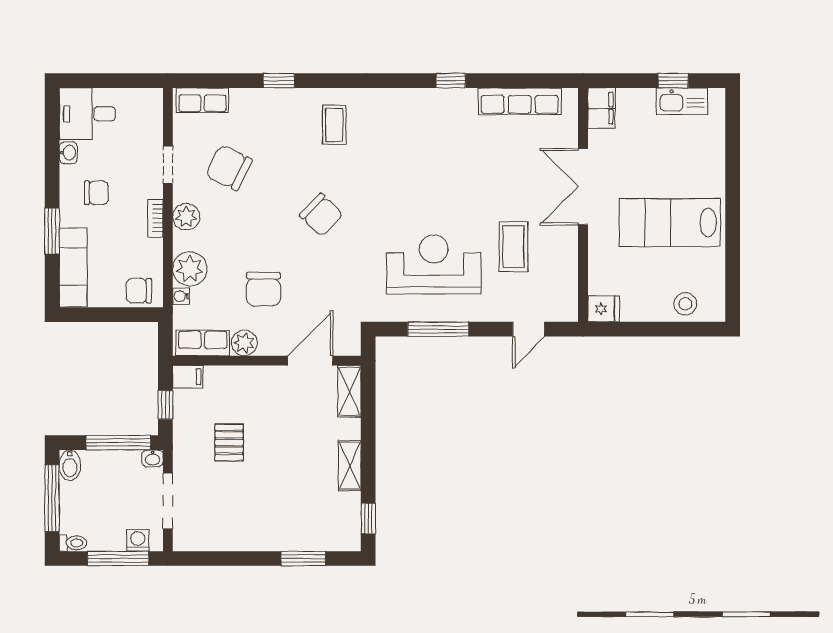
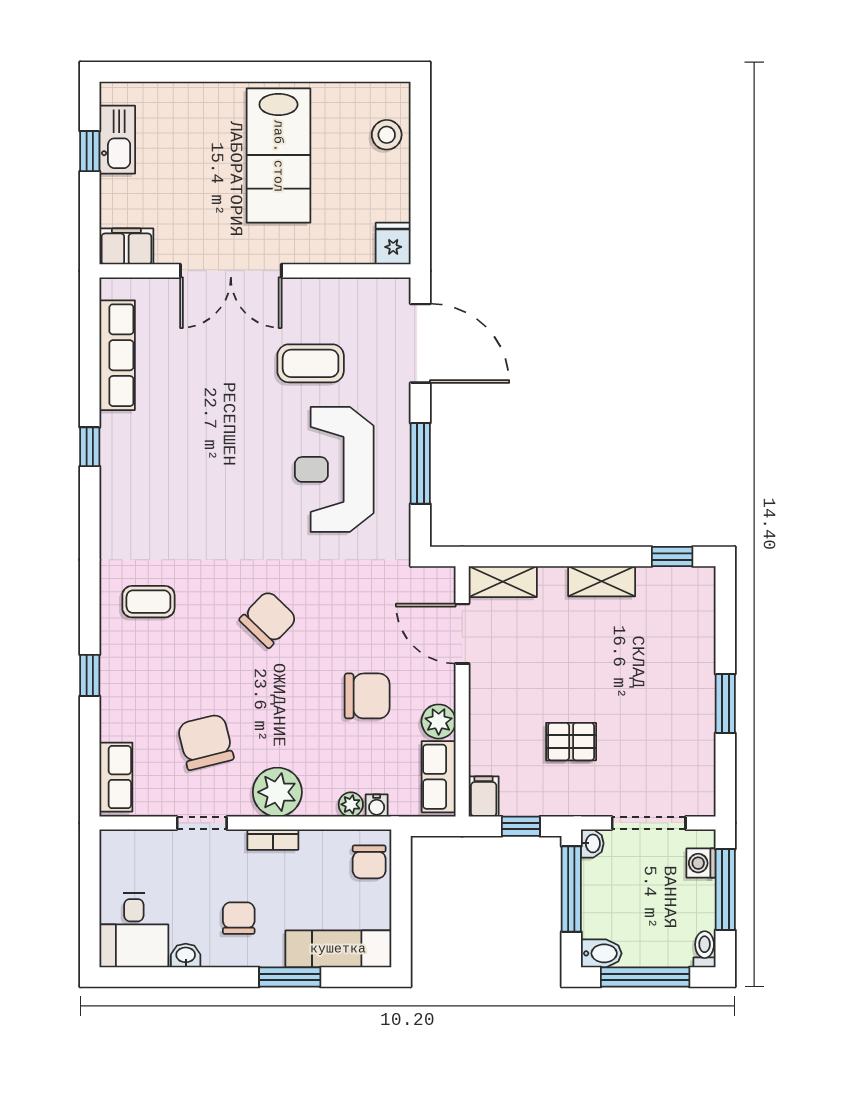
chair: (229, 168) -> (206, 742), turned 140
plant: (186, 217) -> (277, 792), width x1.36, depth x1.36
plant: (190, 269) -> (351, 804), width x0.53, depth x0.53
door: (529, 329) -> (420, 343), width x1.87
window: (303, 558) -> (725, 703), moved

